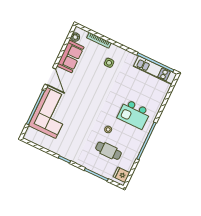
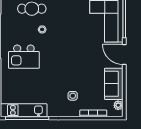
kitchen island: (134, 114) -> (24, 57), turned 180

